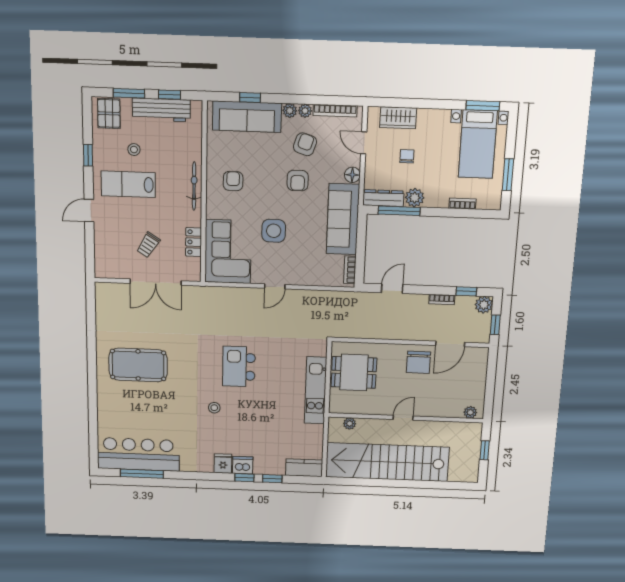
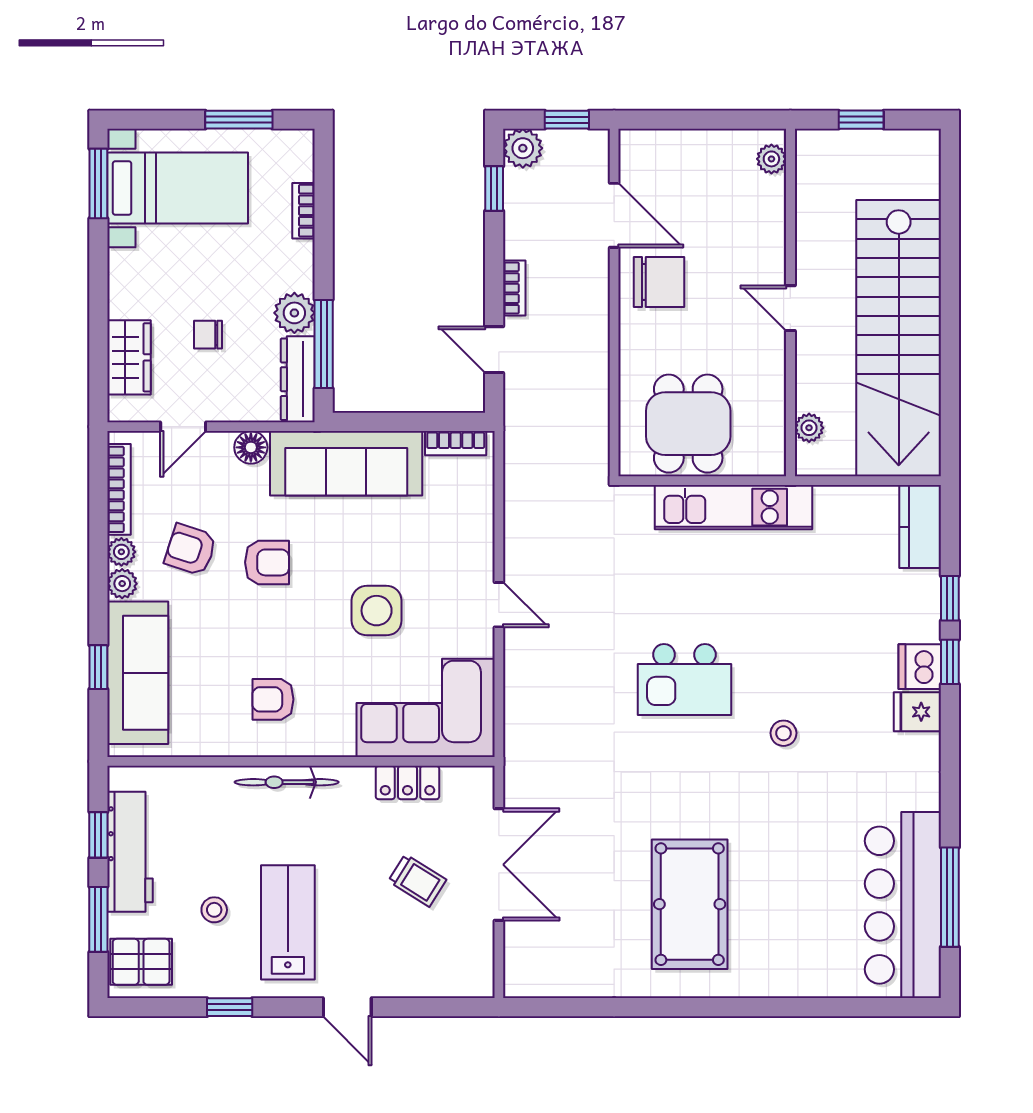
lab bench: (128, 184) -> (288, 922), turned 180
bookcase: (442, 299) -> (514, 288), moved

